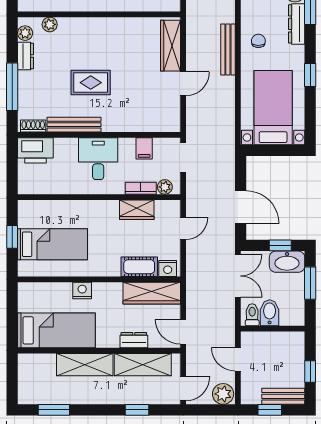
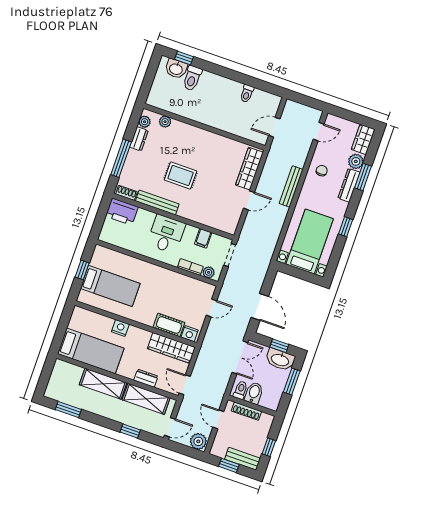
chair: (258, 41) -> (322, 171), moved
wardrobe: (137, 210) -> (182, 282), removed
shoe rack: (268, 338) -> (246, 411), added

